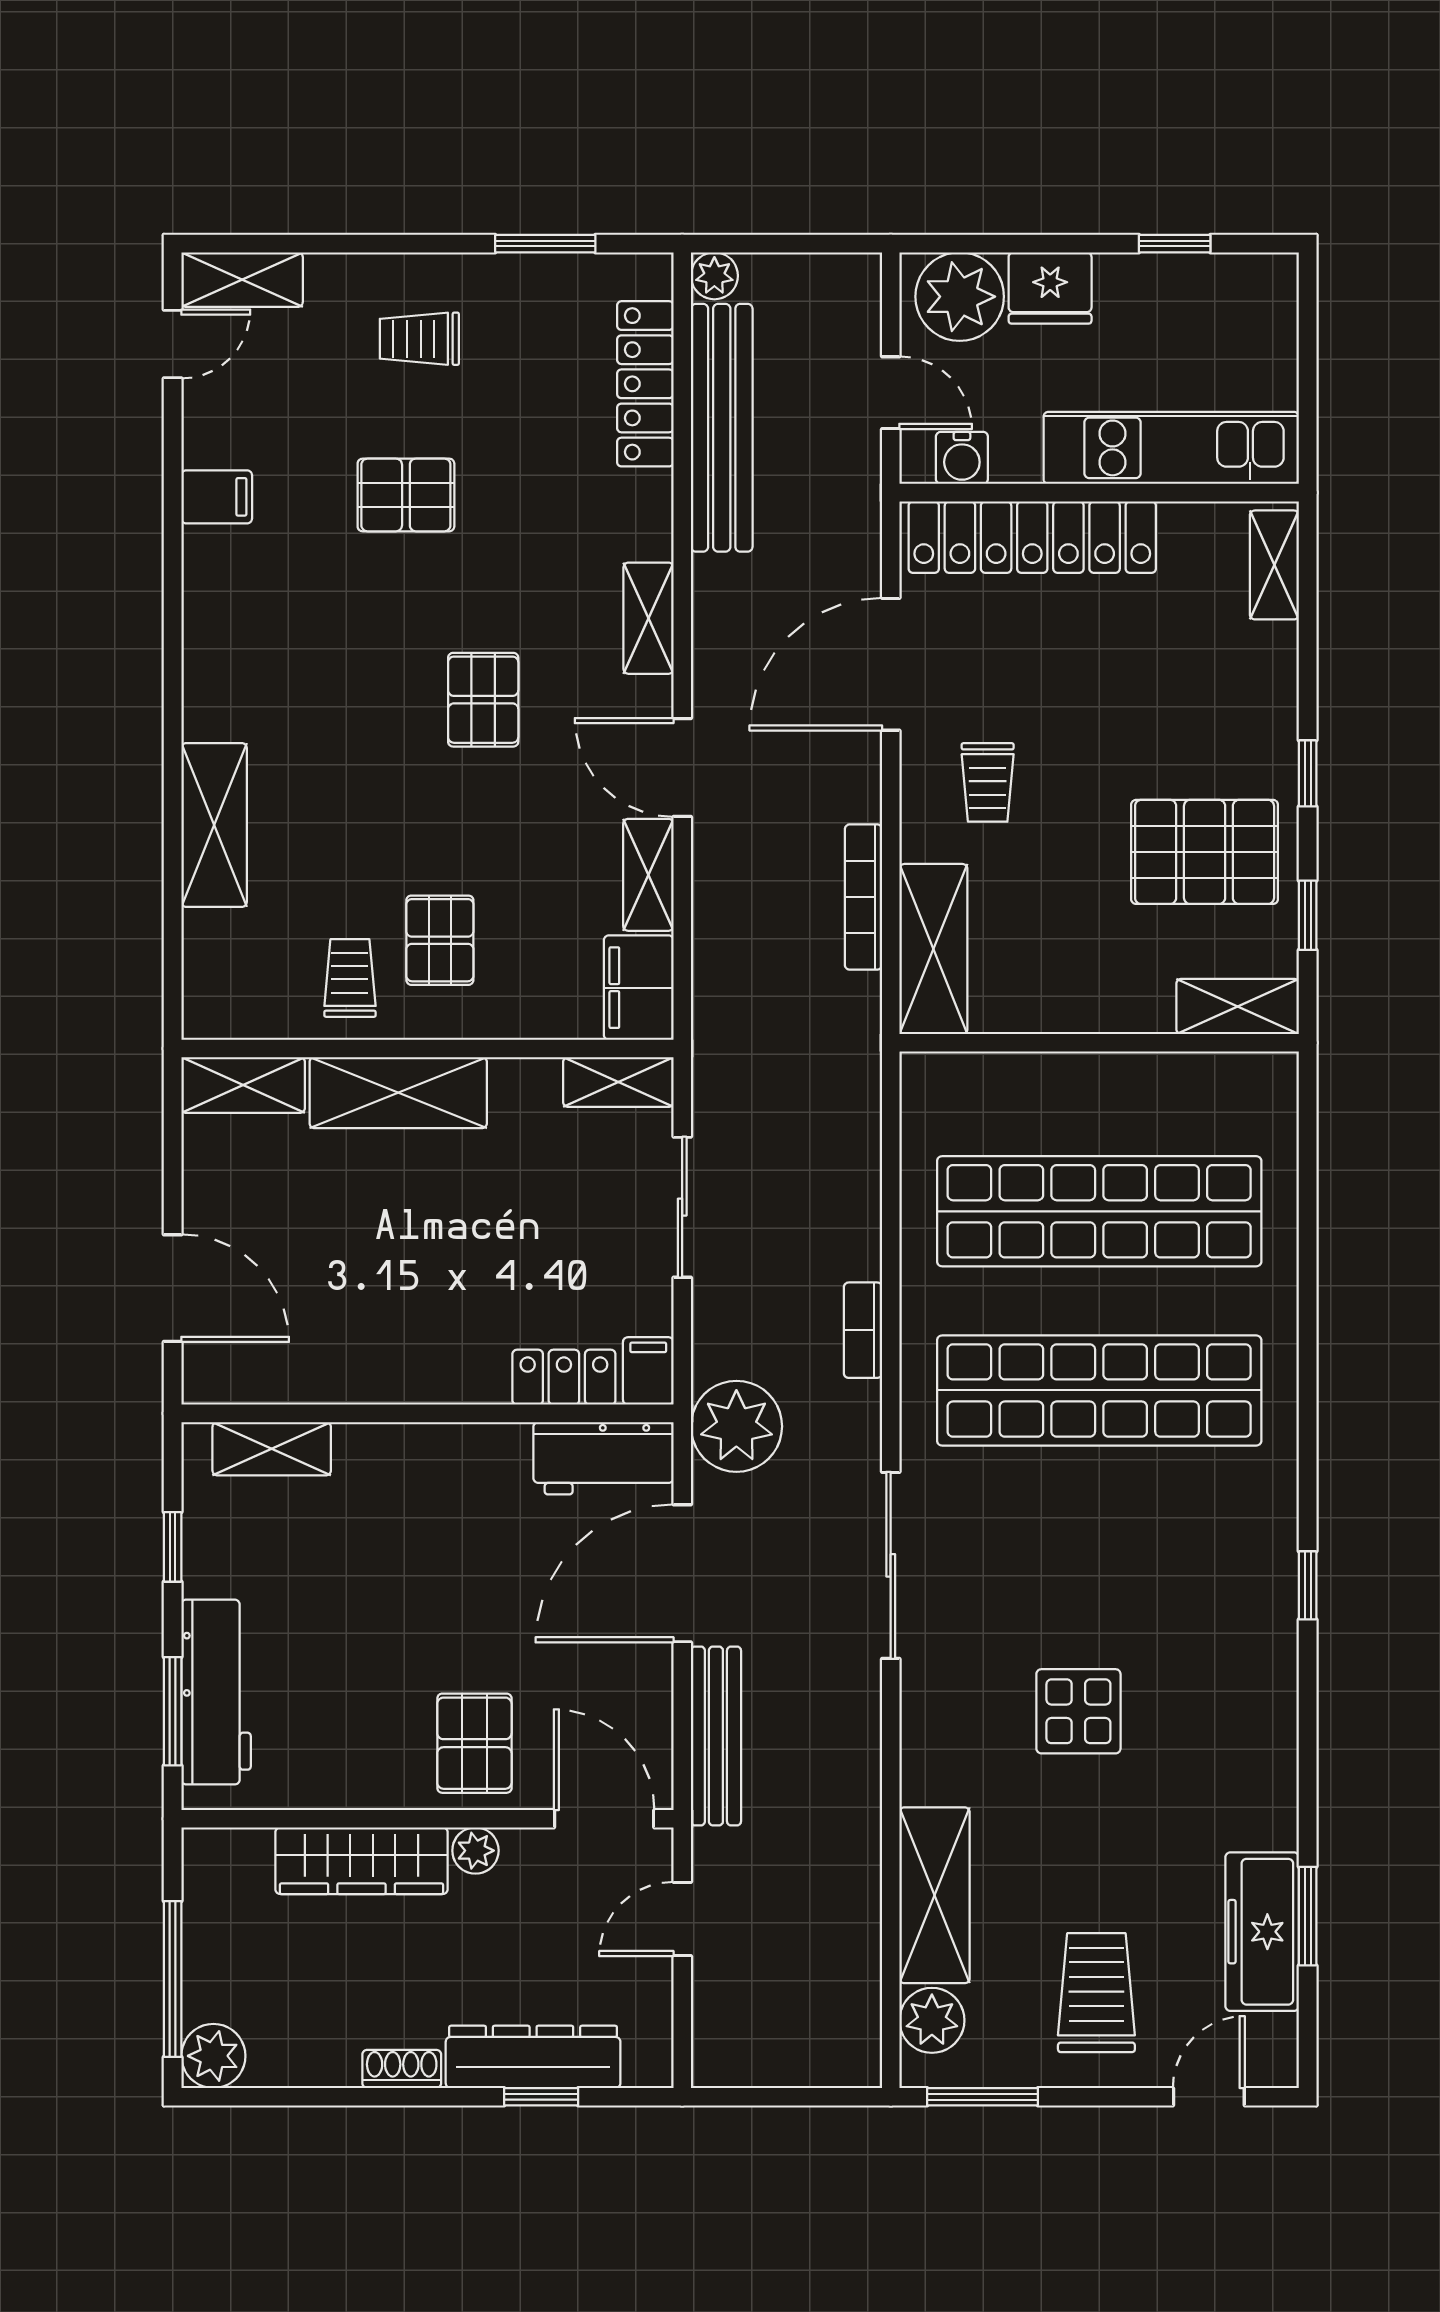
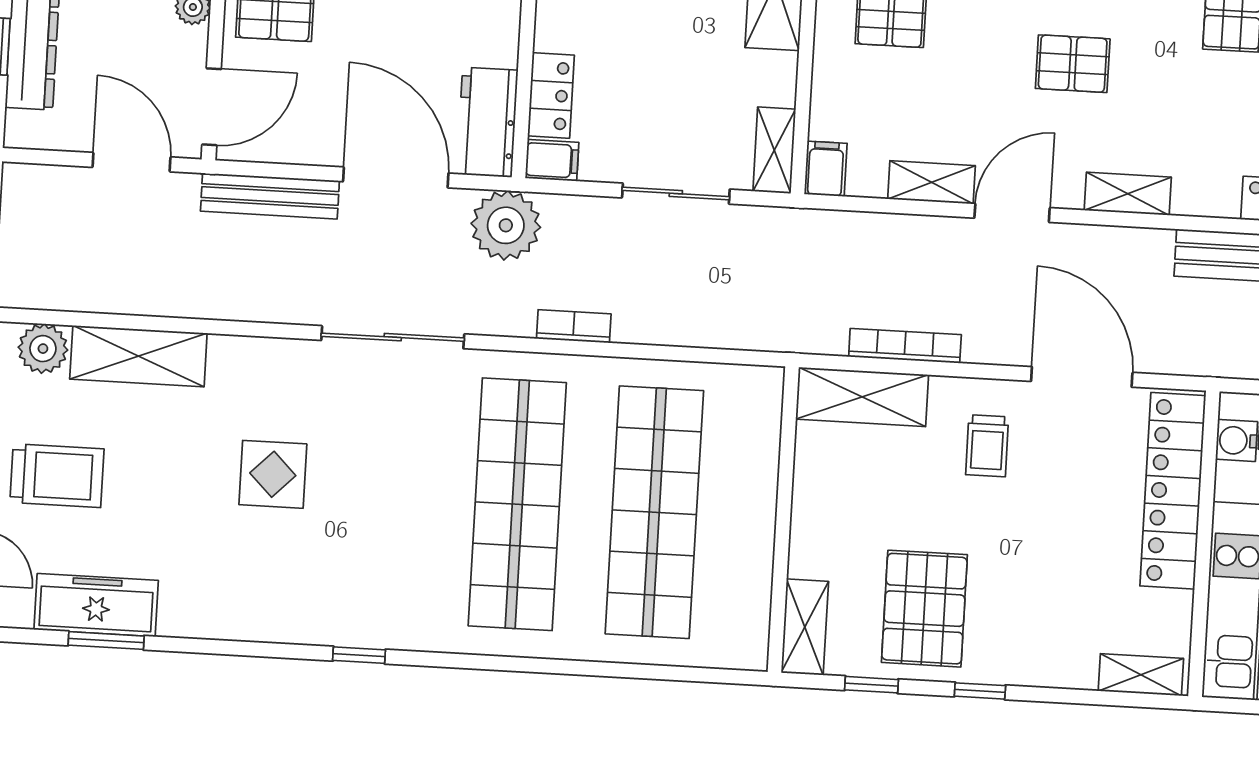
trolley: (988, 782) -> (987, 446), turned -90
filing cabinet: (639, 988) -> (826, 169), width x0.50
door: (682, 1919) -> (131, 162), width x1.38

